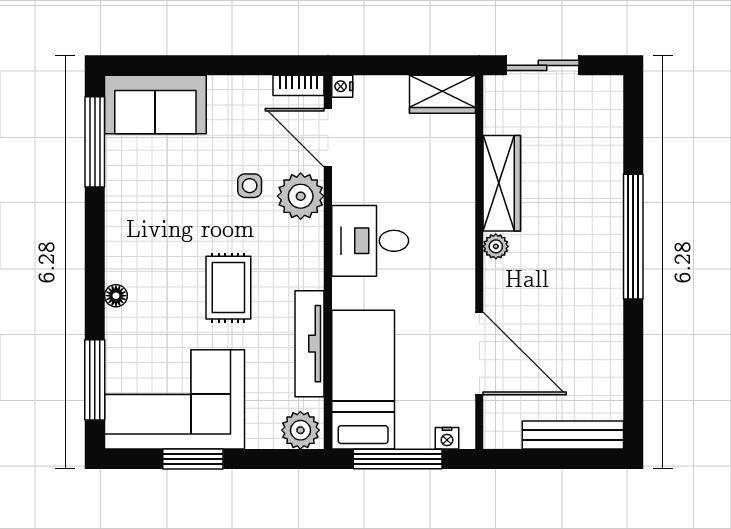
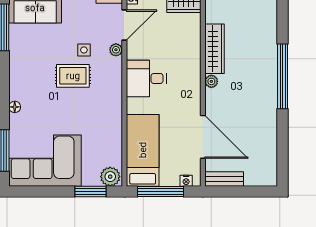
door: (328, 138) -> (124, 25), swing flipped
plant: (301, 196) -> (116, 50), width x0.53, depth x0.53
rug: (228, 288) -> (73, 76), moved, turned 90
tv unit: (310, 344) -> (115, 132), removed
bench: (573, 435) -> (224, 179), moved, width x0.73
window: (193, 459) -> (90, 192), moved

